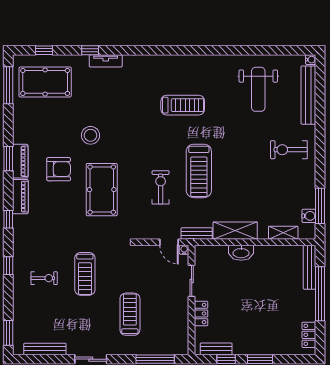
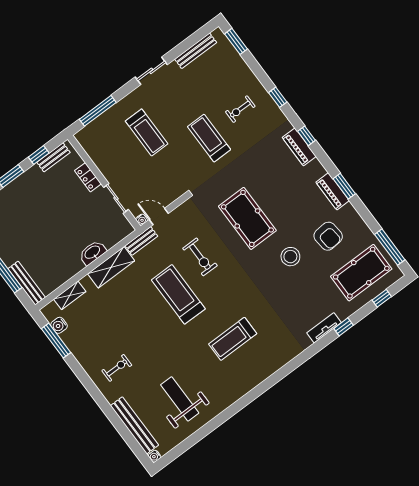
exercise bike: (289, 150) -> (117, 368), width x0.73, depth x0.72
armchair: (59, 169) -> (328, 236), moved, turned -95
piano: (20, 197) -> (299, 147), moved

